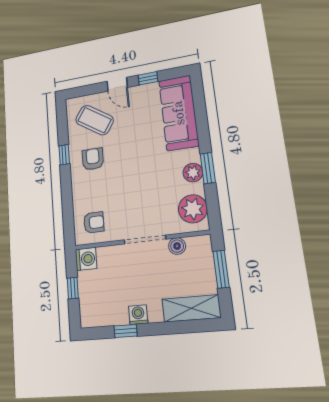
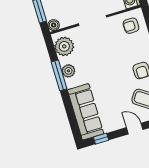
window: (148, 78) -> (101, 139), moved
window: (208, 168) -> (59, 75), width x1.44
boiler: (177, 246) -> (54, 25), moved

